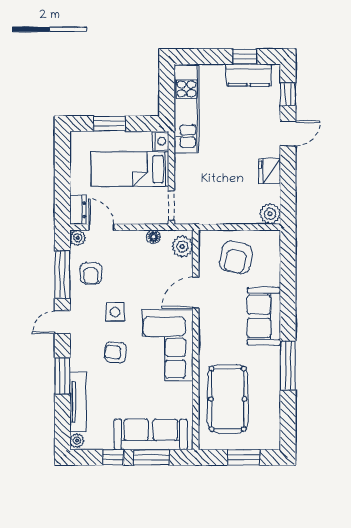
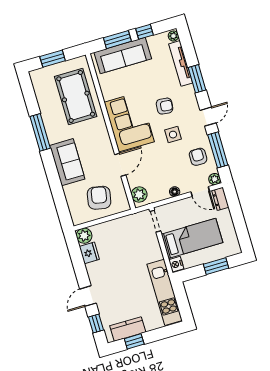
fridge: (270, 171) -> (89, 253), moved
floor lamp: (153, 237) -> (175, 192), moved

